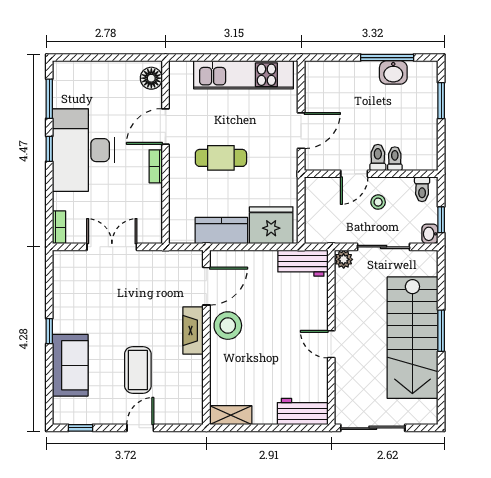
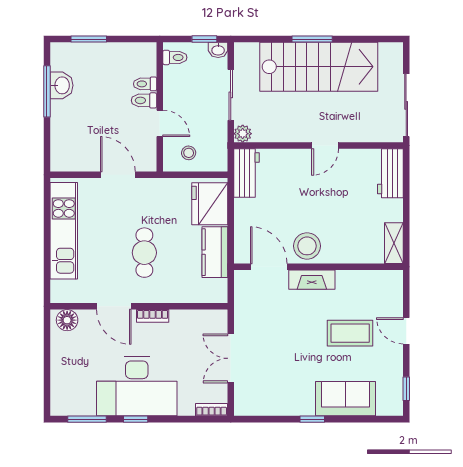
stool: (378, 202) -> (189, 153), moved

